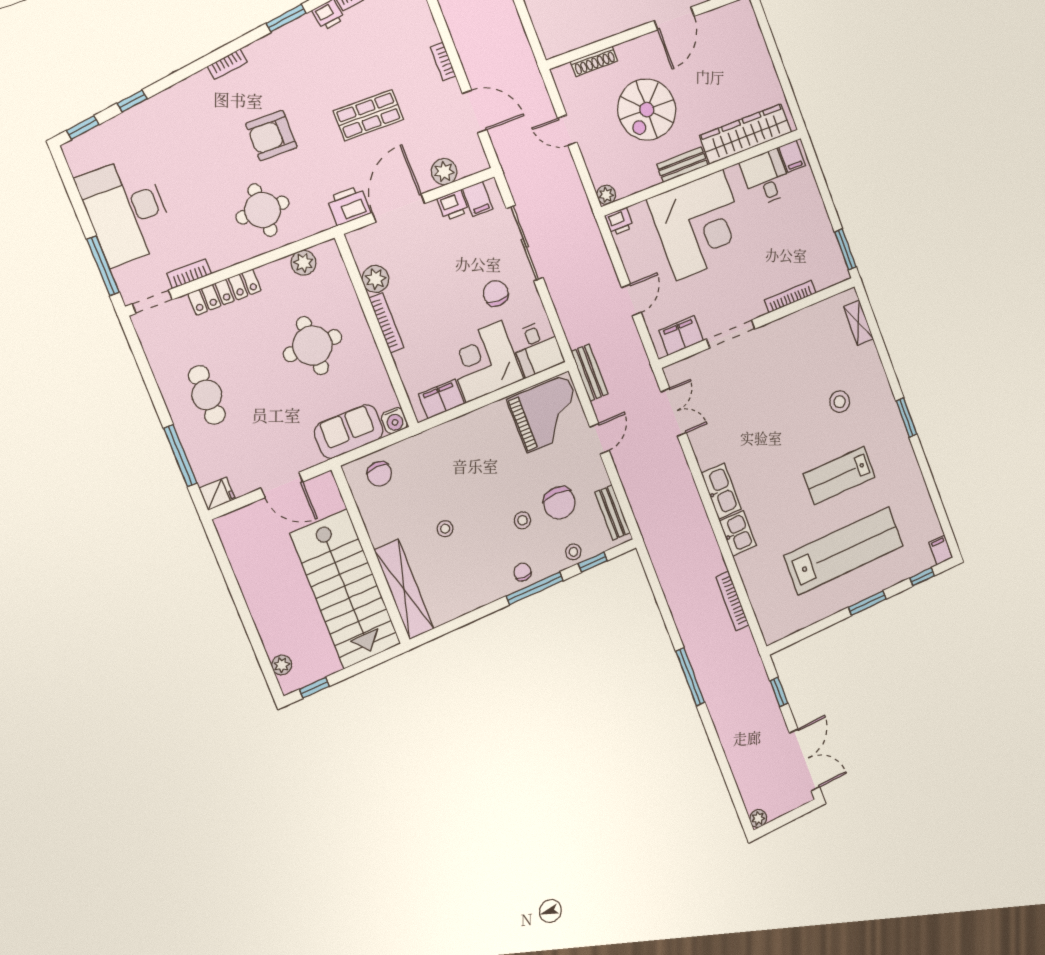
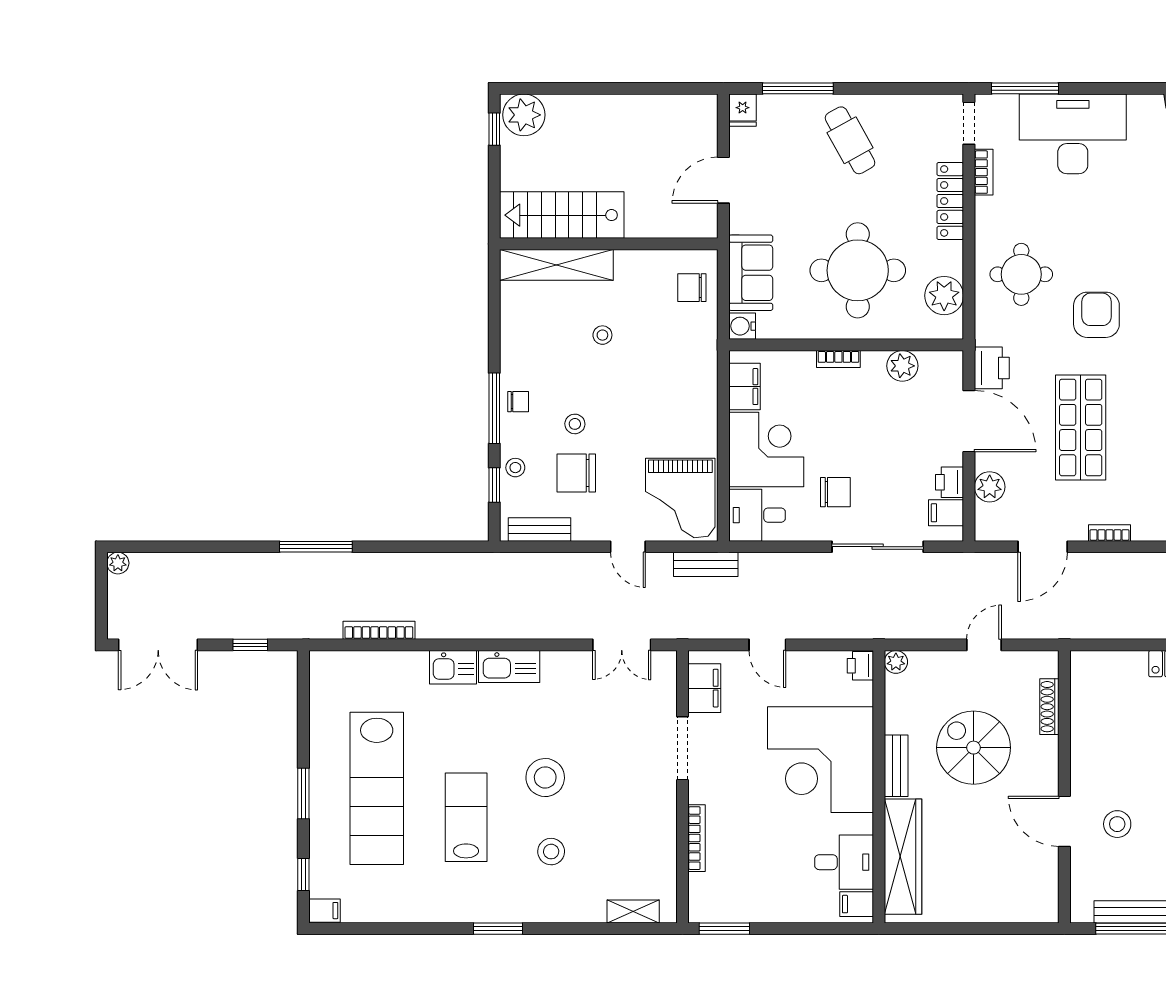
shop shelf: (368, 115) -> (1081, 427), width x1.43, depth x1.36
plant: (303, 263) -> (944, 296), width x1.36, depth x1.36
bookcase: (386, 323) -> (838, 359), width x0.64
round table: (312, 346) -> (858, 270), width x1.36, depth x1.36
cafe table: (207, 395) -> (850, 140), turned 61
stool: (790, 429) -> (545, 778), added
stairs: (346, 589) -> (562, 215), width x0.73, depth x0.66
plant: (282, 665) -> (524, 115), width x1.87, depth x1.87

